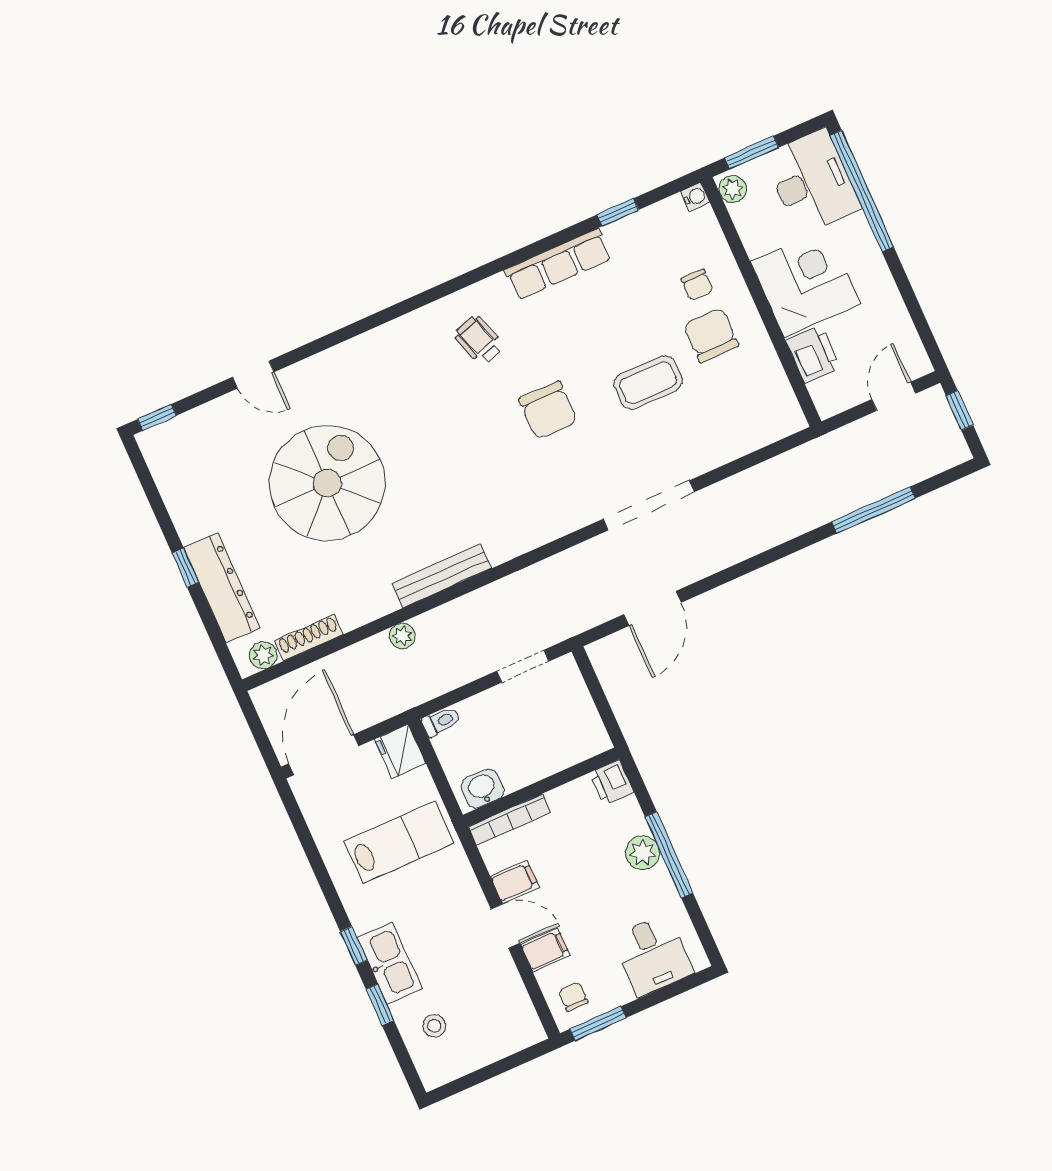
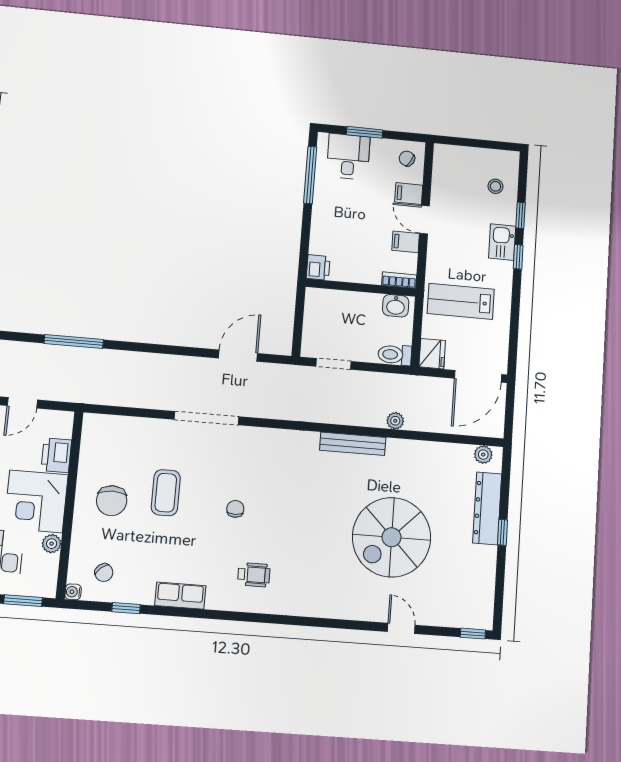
plant: (733, 189) -> (52, 544), moved
row of seats: (558, 264) -> (180, 596), width x0.68
chair: (697, 285) -> (104, 573), moved, turned 140
wheelchair: (479, 340) -> (254, 575), turned -72
coffee table: (648, 382) -> (166, 493), turned 90
chair: (548, 410) -> (235, 509), width x0.54, depth x0.54
shoe rack: (309, 638) -> (451, 450), removed
toilet: (441, 722) -> (395, 355), width x1.37, depth x1.39
bookcase: (509, 820) -> (399, 280), width x0.64
plant: (643, 853) -> (322, 218), removed
window: (669, 855) -> (310, 175), moved
kitchen sink: (390, 963) -> (502, 242), width x0.73
chair: (573, 997) -> (407, 158), turned 119
window: (598, 1023) -> (365, 132), moved

